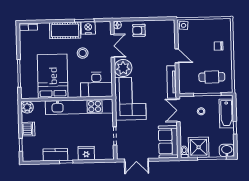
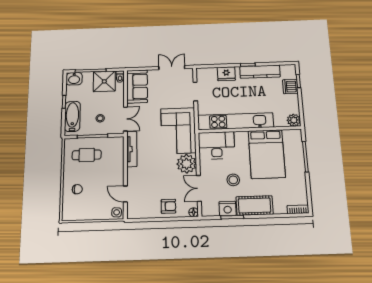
door: (177, 56) -> (125, 194), moved
dishwasher: (28, 129) -> (290, 87), moved
kitchen counter: (55, 155) -> (260, 72), width x1.50

